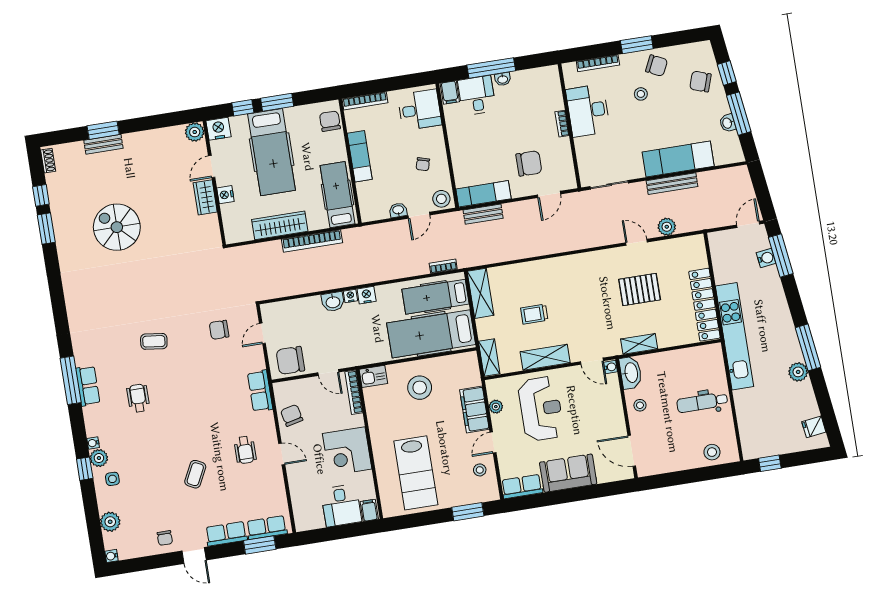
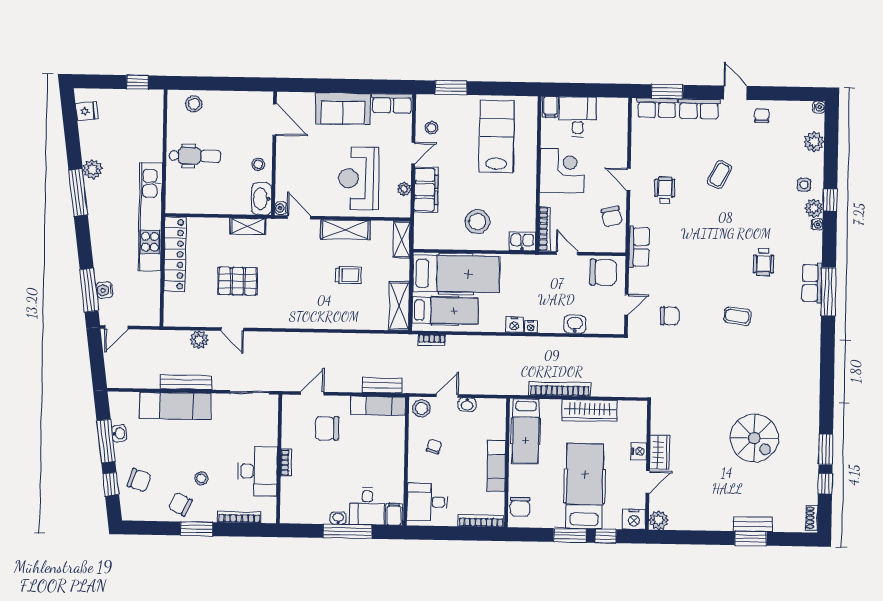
washbasin: (333, 302) -> (575, 324), moved

